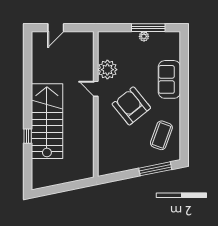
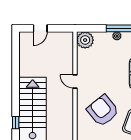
plant: (107, 70) -> (85, 40), moved
armchair: (131, 106) -> (103, 111), moved

